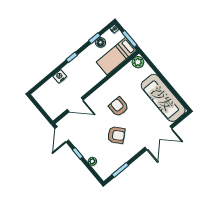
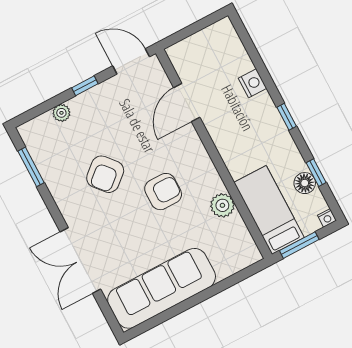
plant: (138, 62) -> (222, 205), moved

